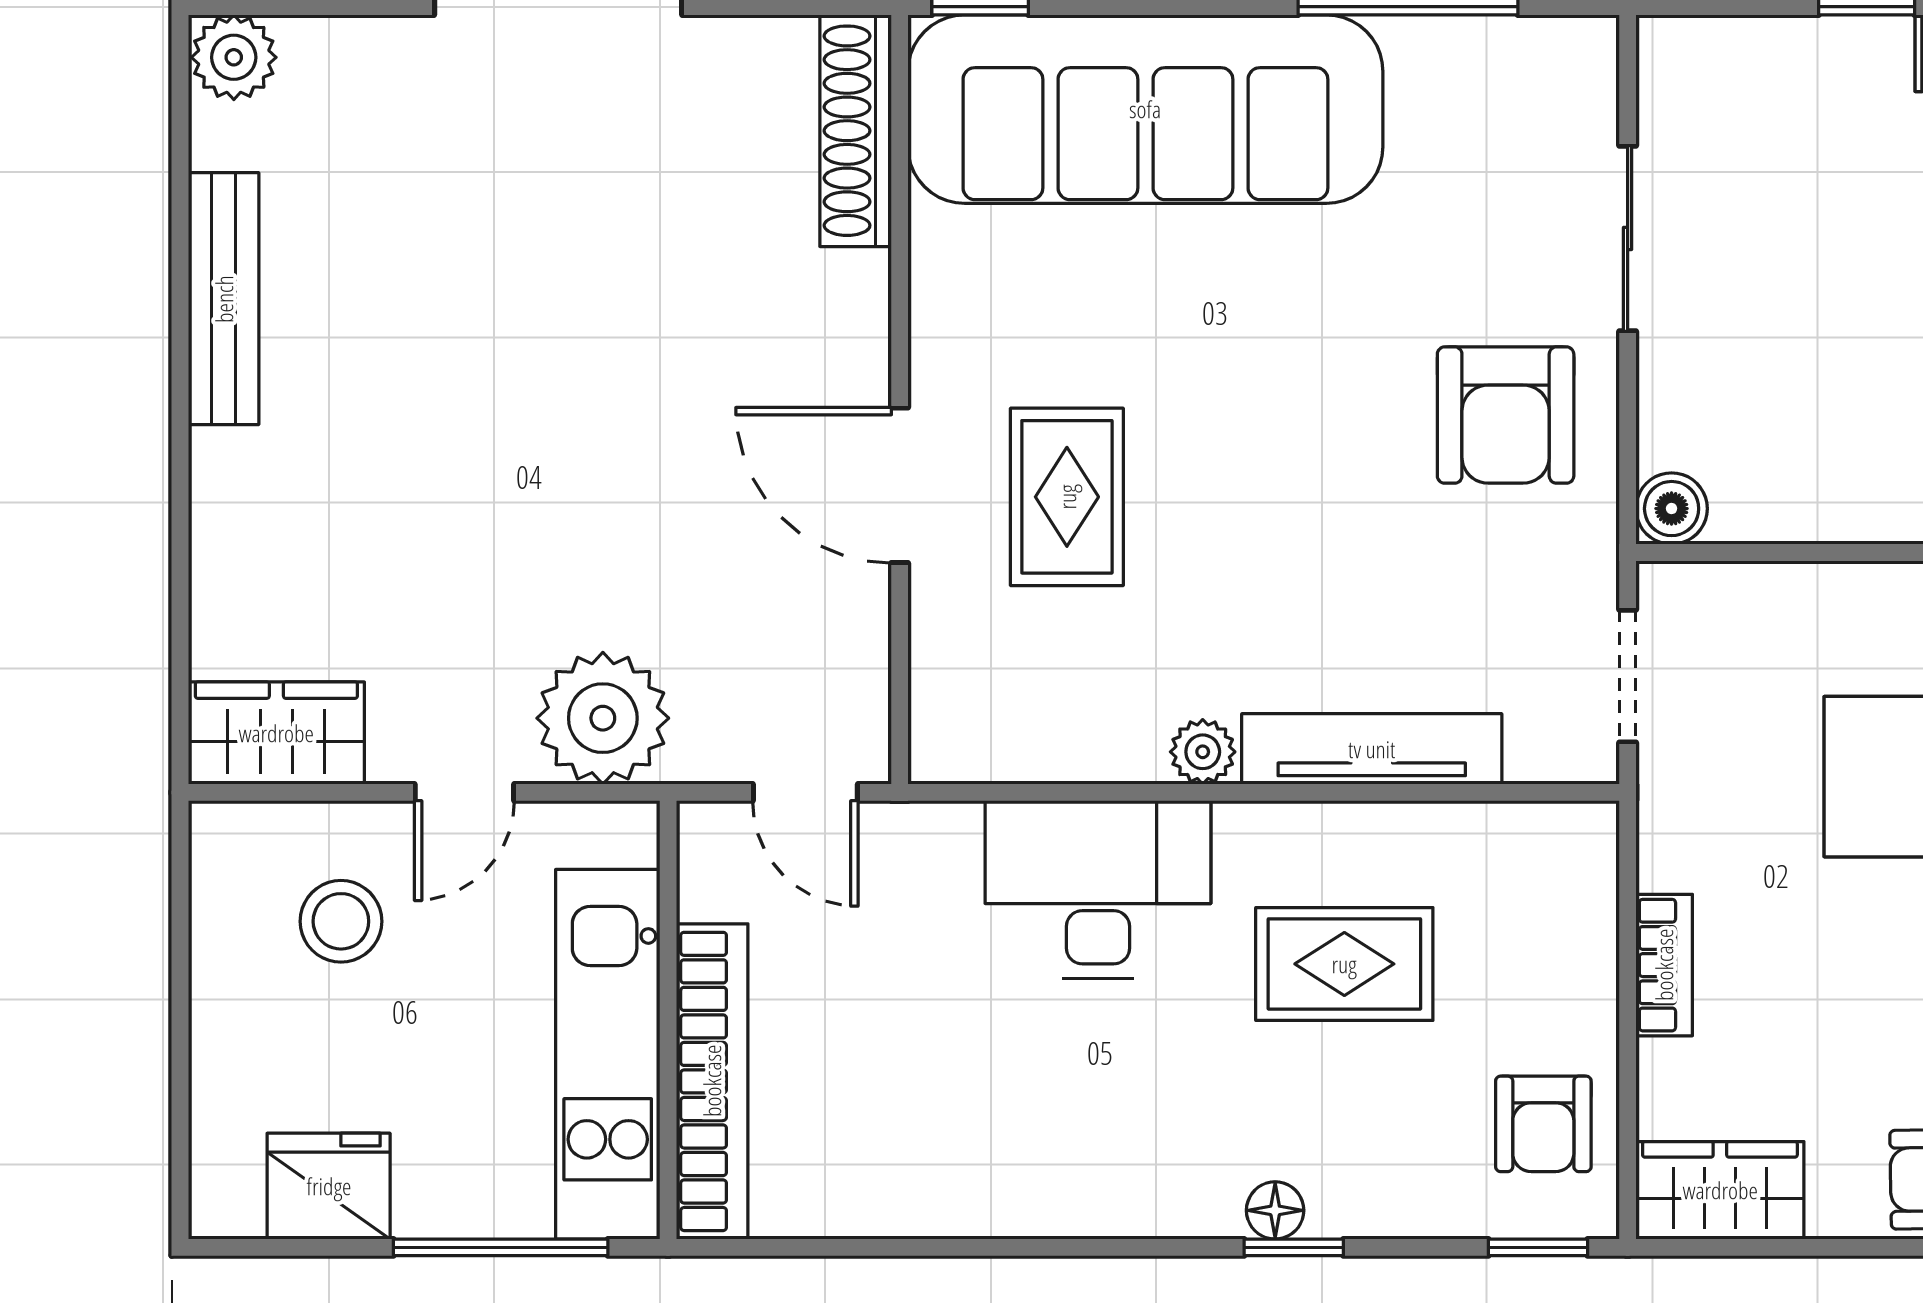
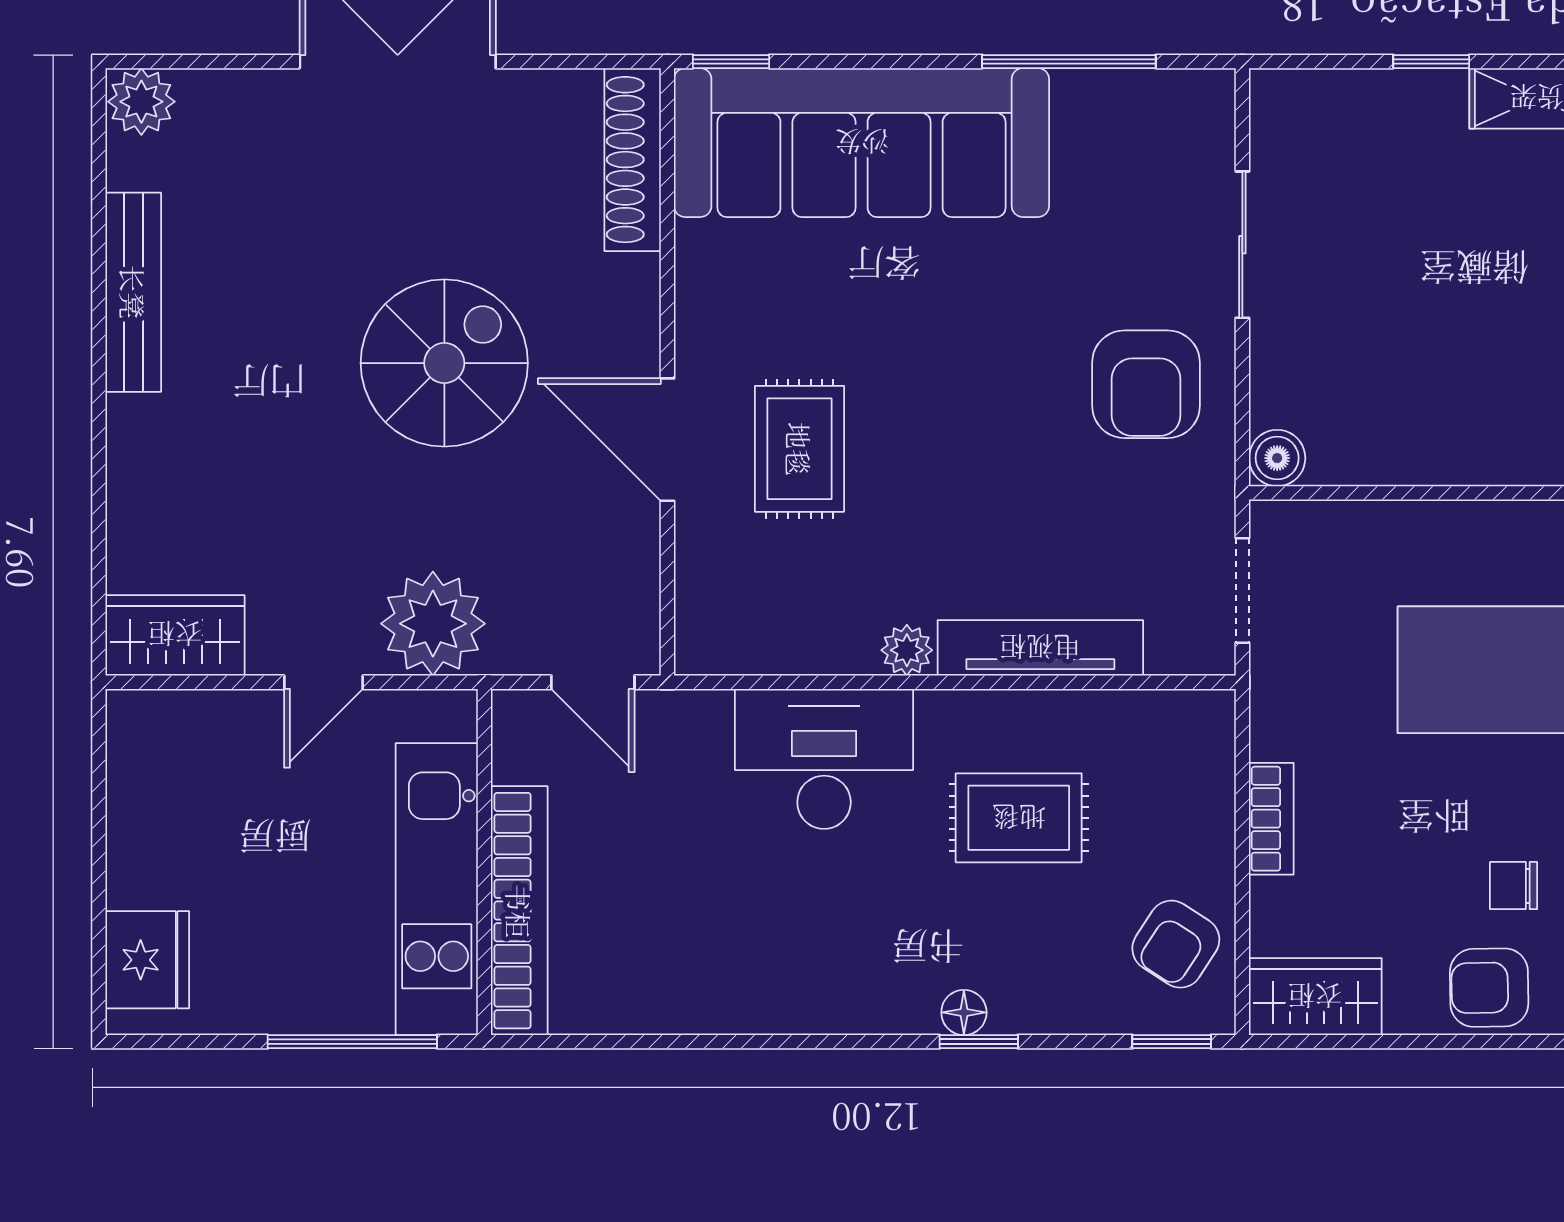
spiral stairs: (617, 388) -> (444, 363), added
stool: (341, 921) -> (226, 784), removed
armchair: (1543, 1124) -> (1176, 944), turned 33
fridge: (329, 1186) -> (147, 960), moved, turned 90

